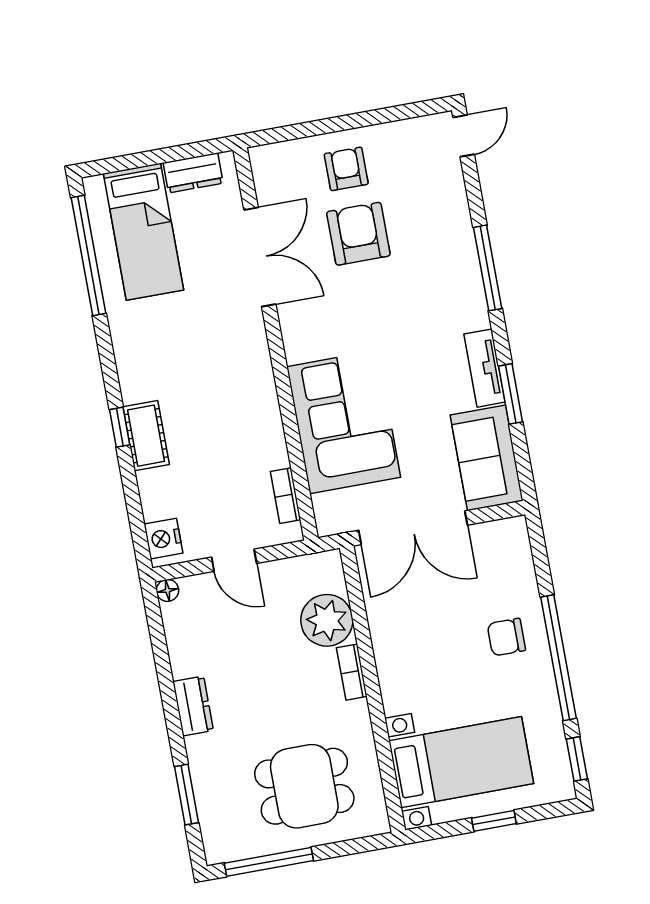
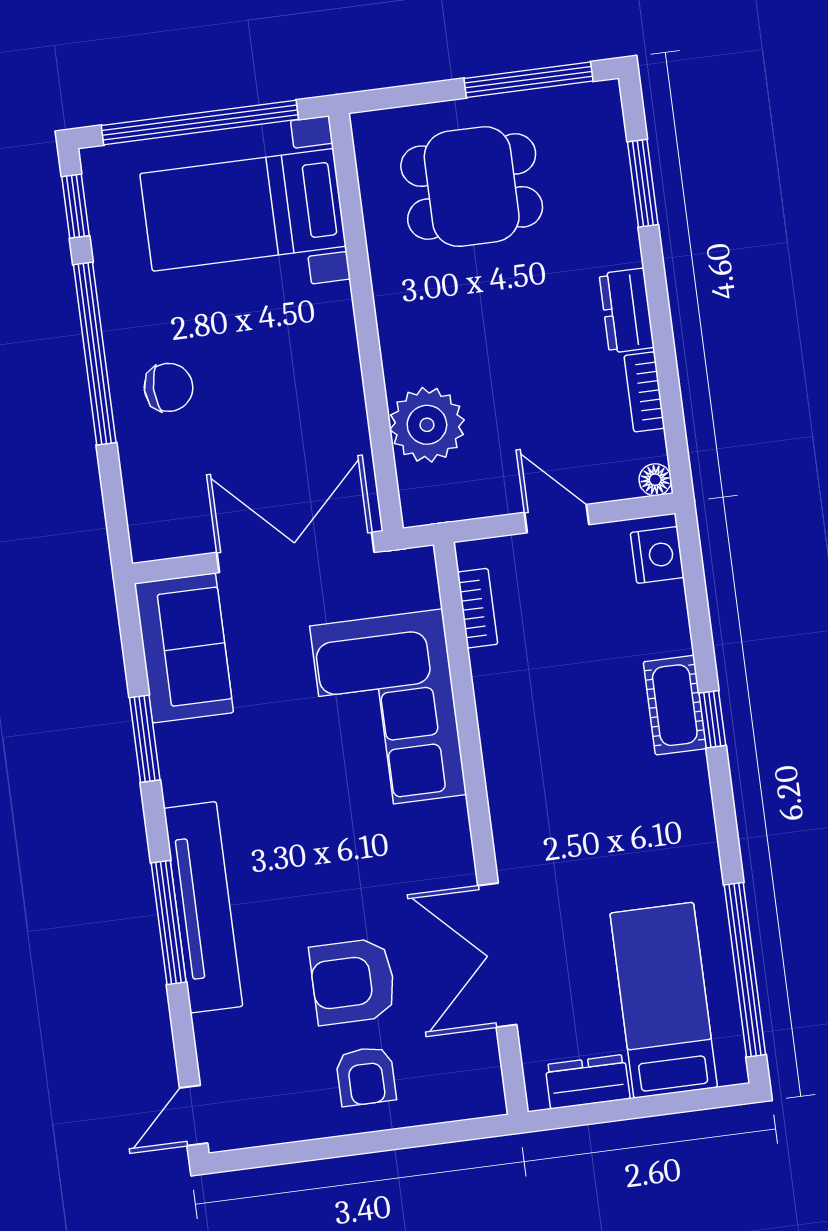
armchair: (358, 234) -> (353, 982), turned 90
tv unit: (485, 368) -> (203, 907), moved, width x1.92, depth x1.29
bookcase: (352, 672) -> (644, 392), moved, turned 180
window: (494, 821) -> (200, 122), width x3.17

